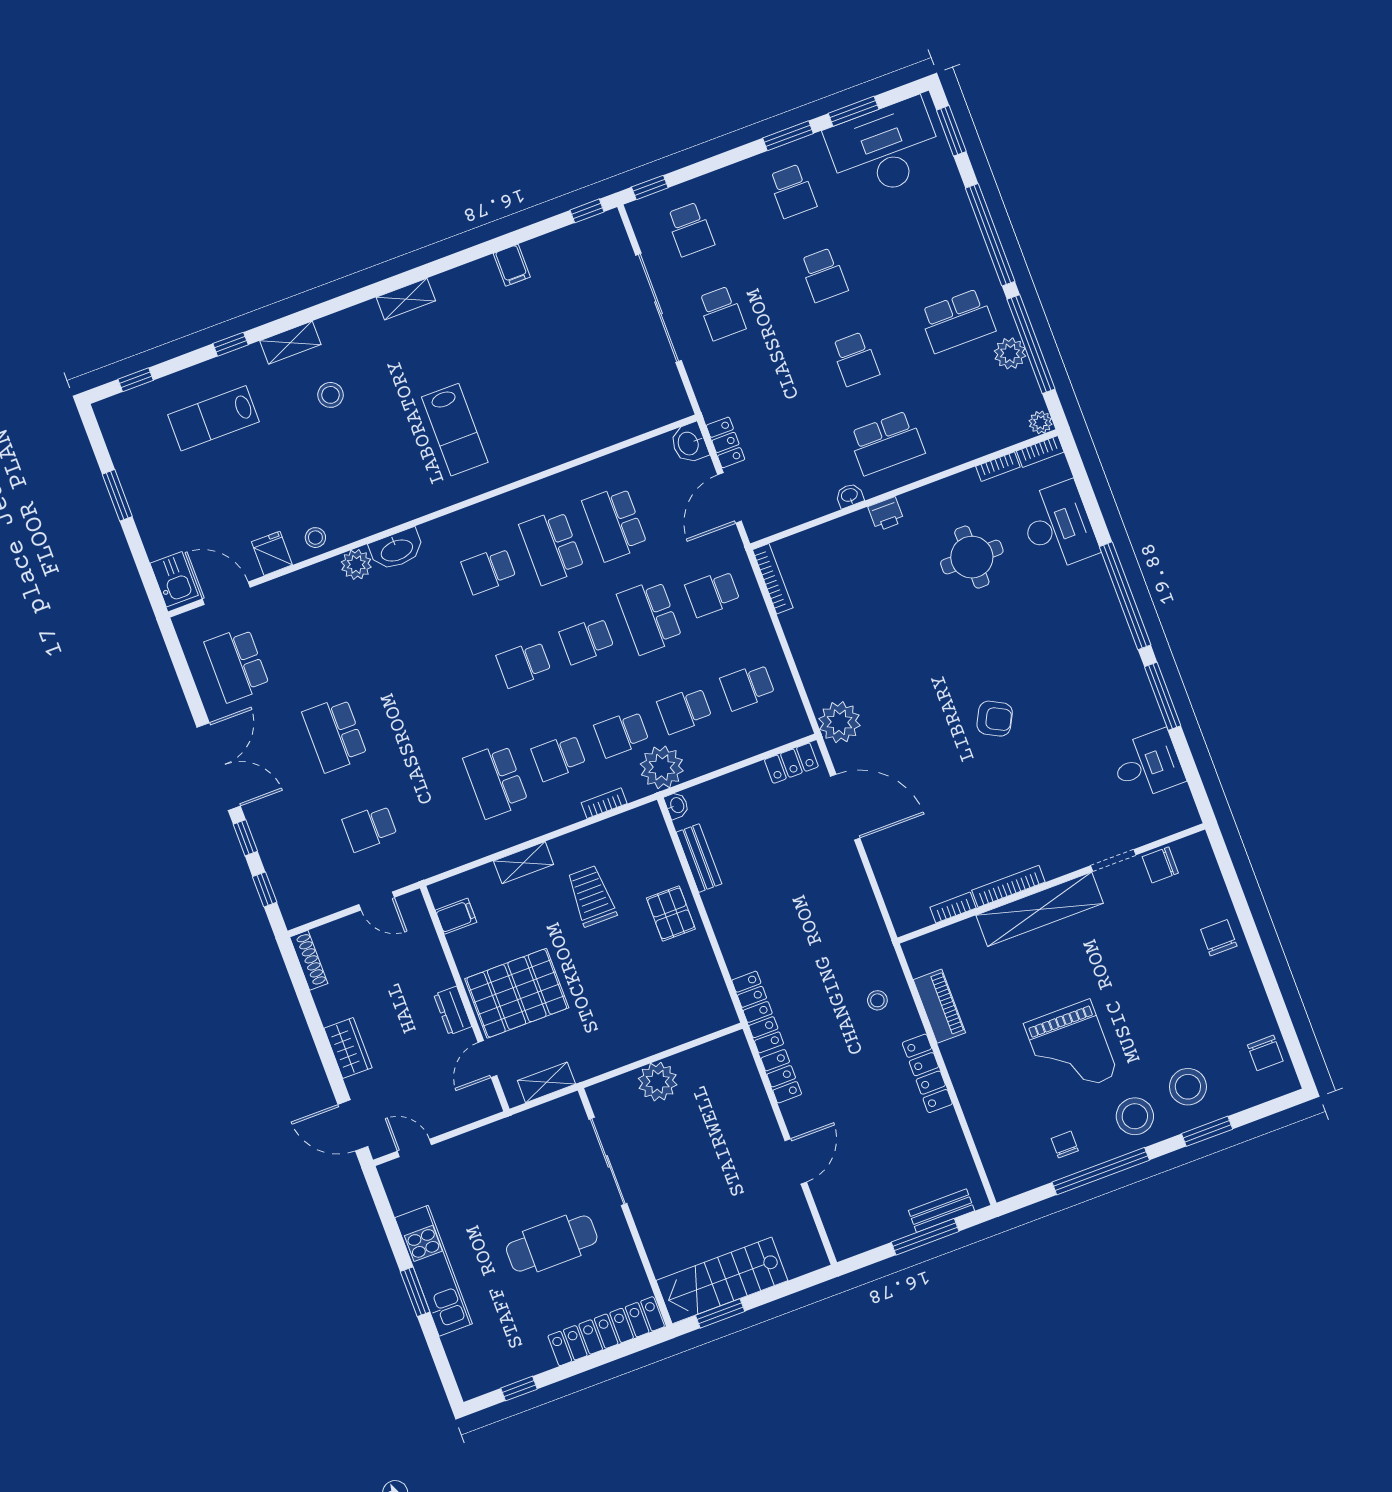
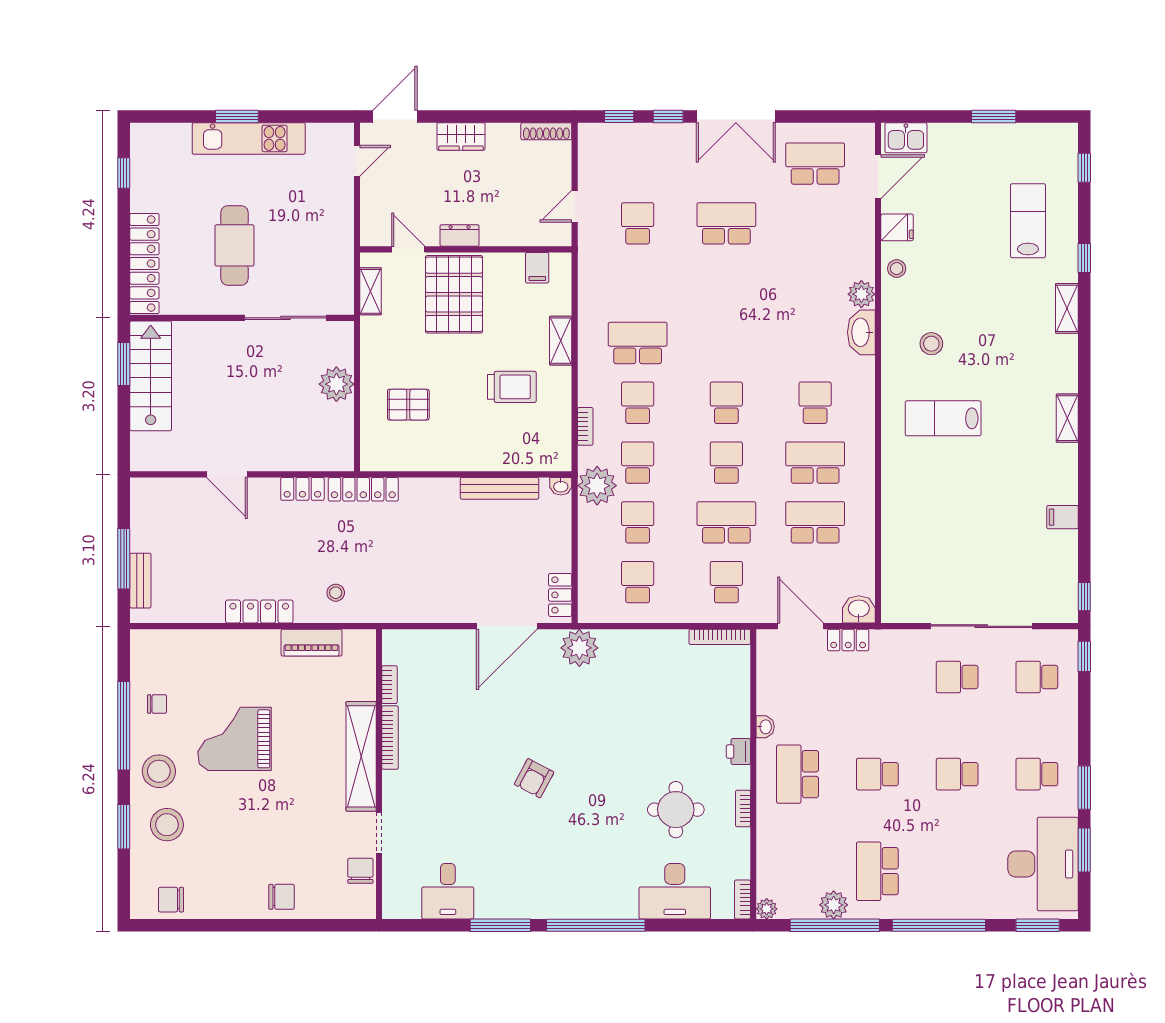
stool: (330, 395) -> (931, 344), moved
bookcase: (998, 467) -> (743, 808), moved
bench: (699, 858) -> (499, 488), width x1.36
pallet: (671, 913) -> (408, 405), moved

